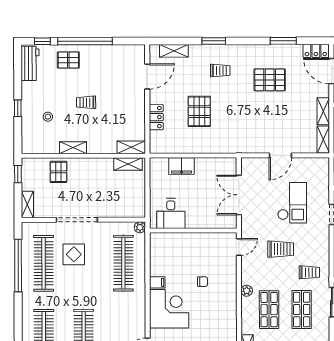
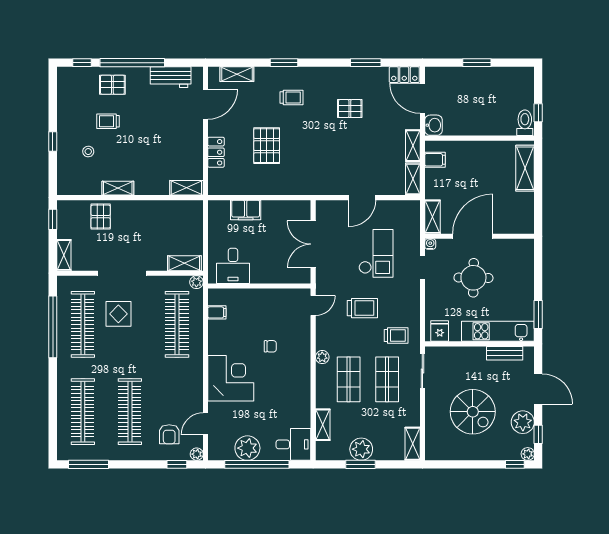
workbench: (30, 63) -> (171, 77), moved, turned 90
pallet: (270, 80) -> (350, 109), width x0.67, depth x0.71
trolley: (86, 102) -> (108, 121), moved
shelving: (128, 164) -> (184, 263), moved
filing cabinet: (157, 282) -> (217, 312), moved

